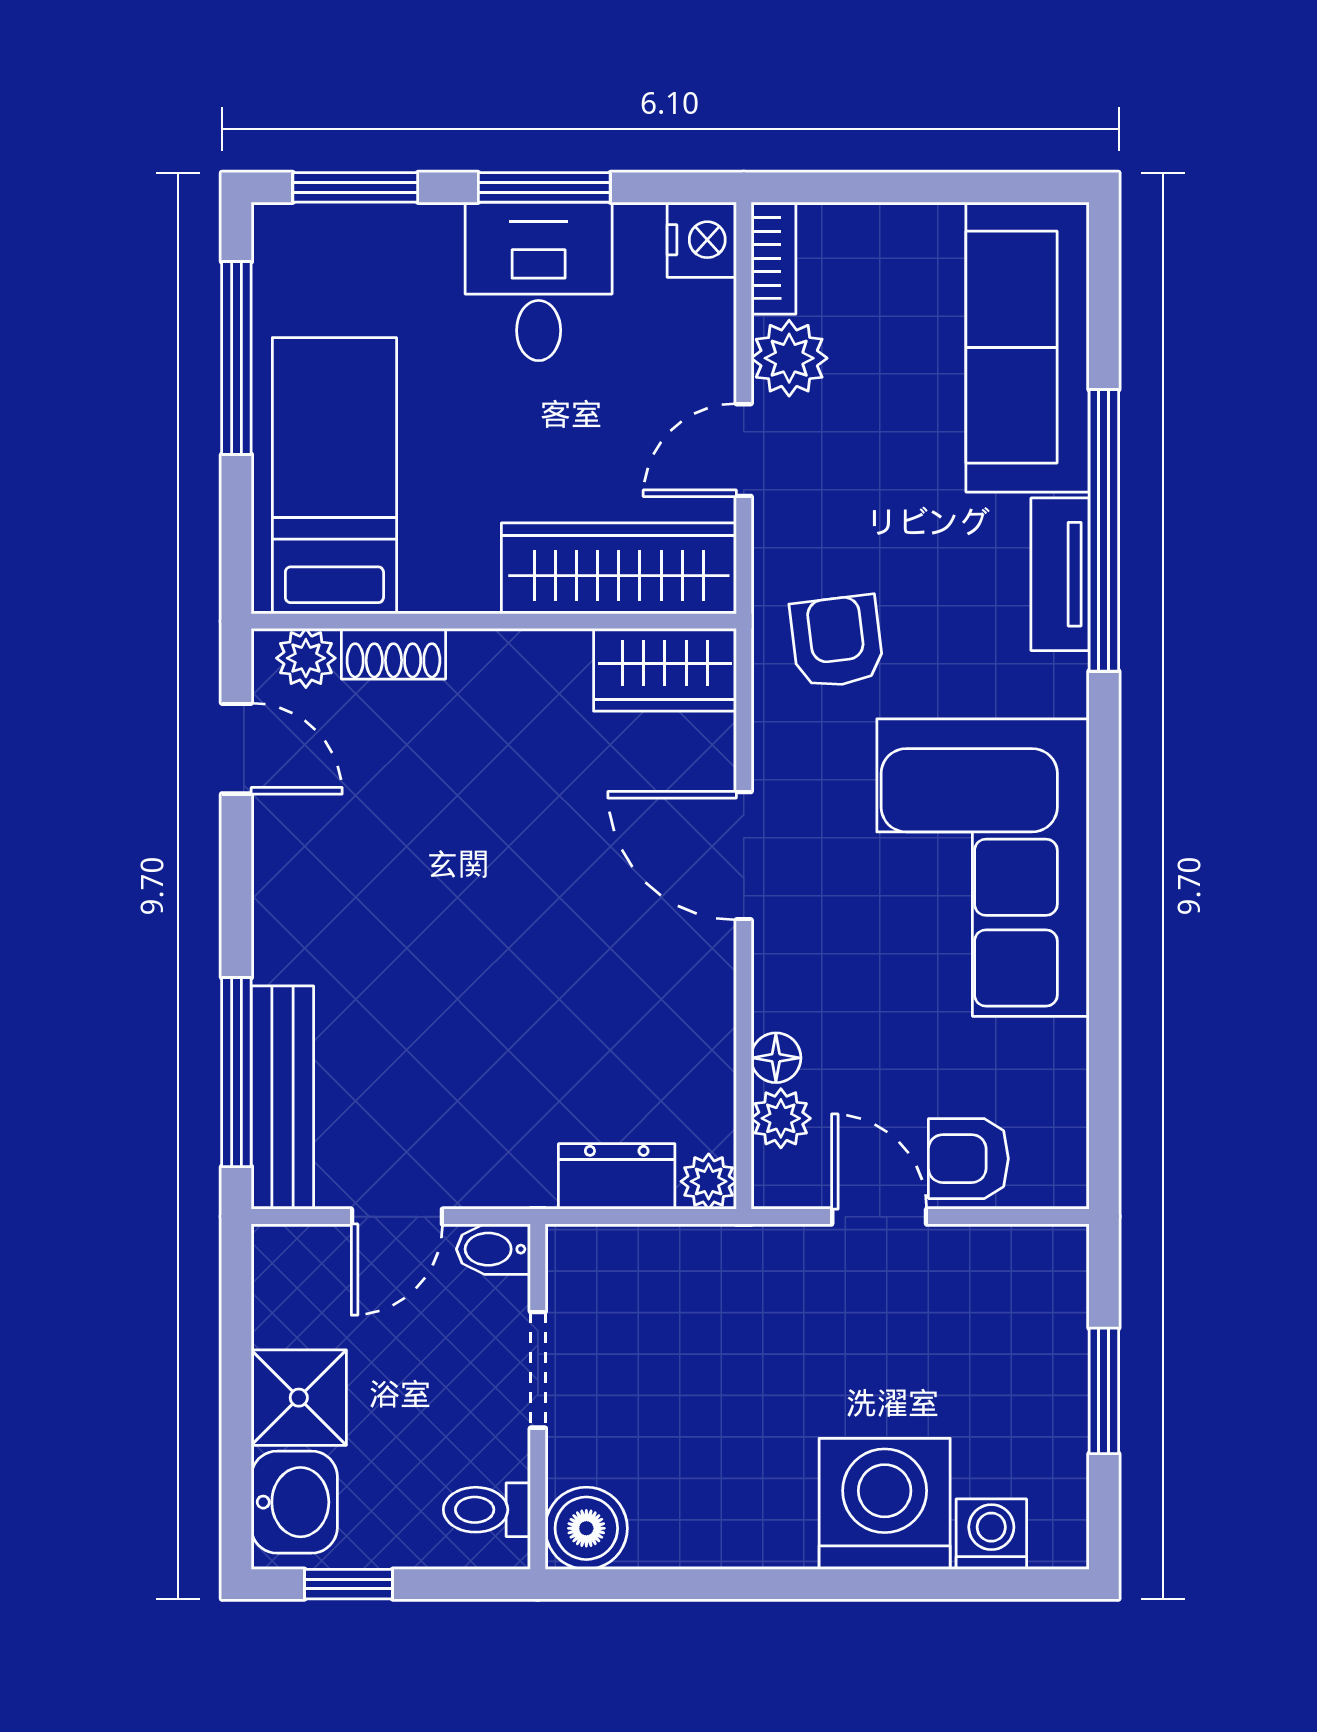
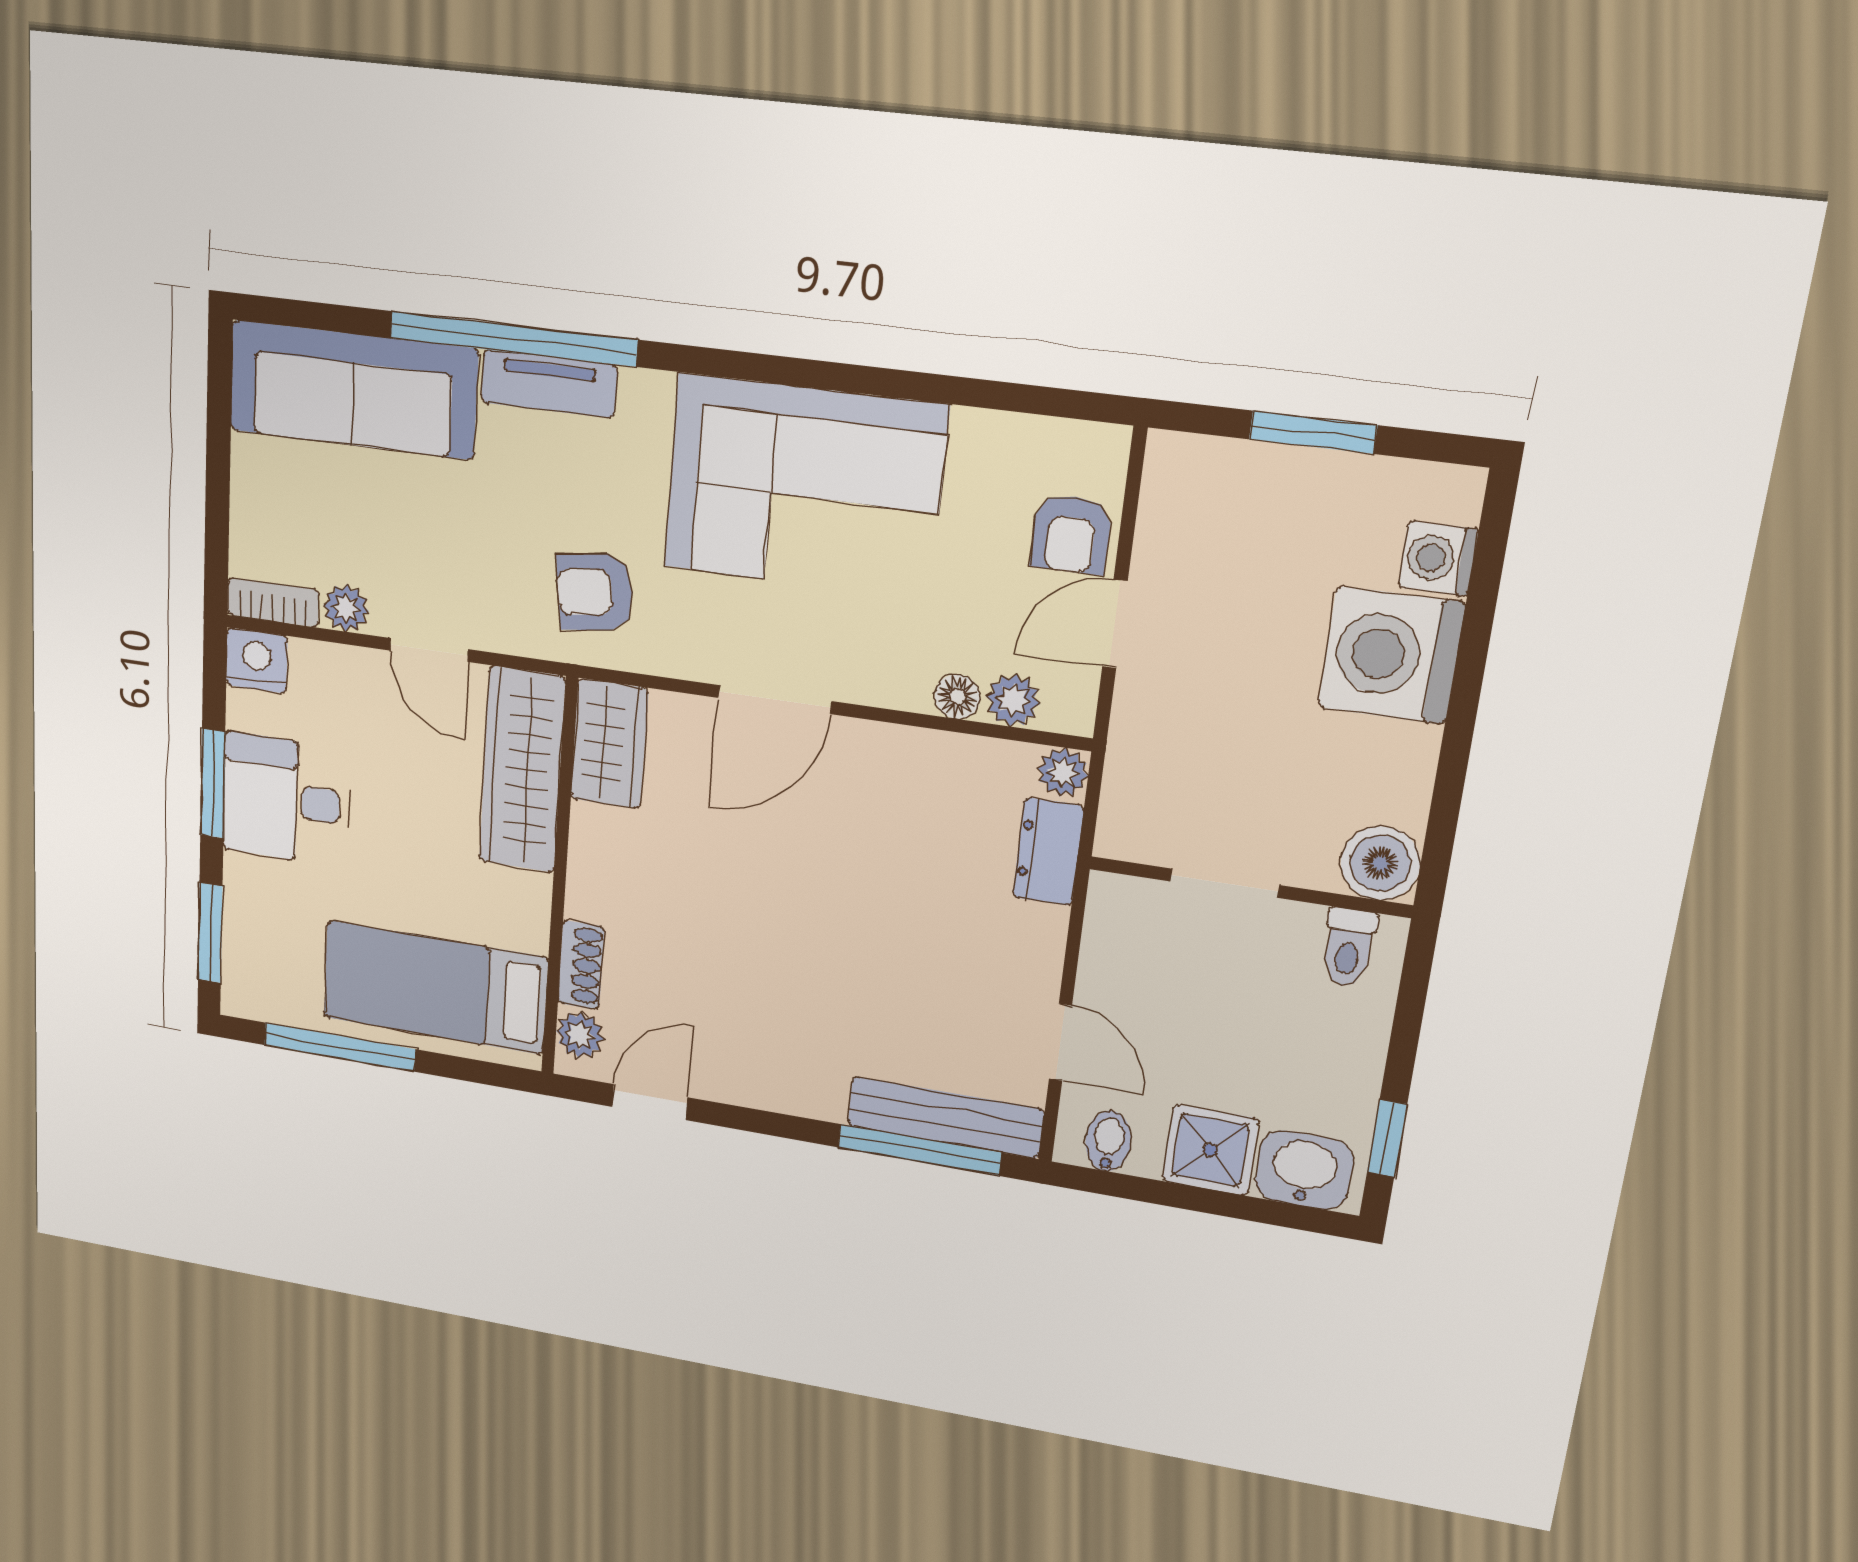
plant: (789, 358) -> (346, 608), width x0.73, depth x0.73
bidet: (493, 1249) -> (1108, 1141), moved, turned 180
doorway: (538, 1370) -> (1225, 883), moved
wall: (538, 1397) -> (1249, 887), moved
toilet: (487, 1510) -> (1348, 948), moved
boiler: (586, 1528) -> (1380, 863), moved

